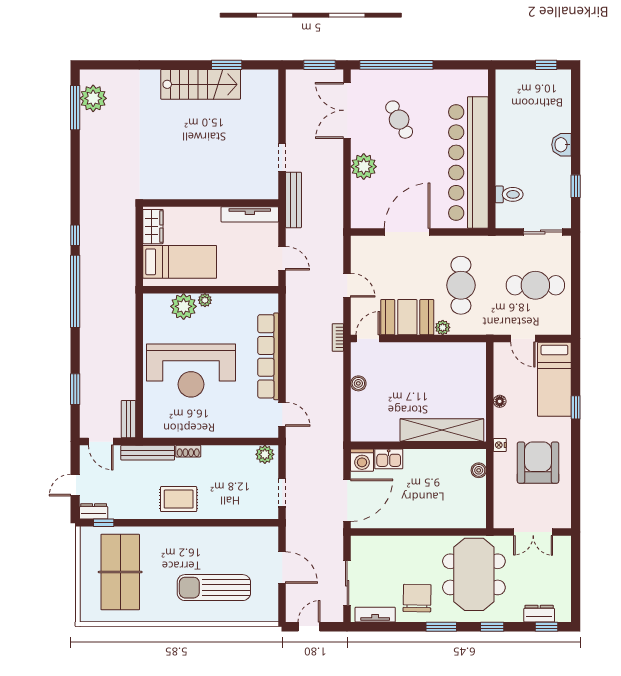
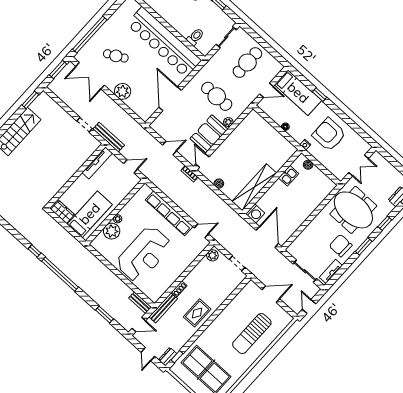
window: (227, 65) -> (30, 100), moved
shelving: (442, 430) -> (254, 187), moved
kitchen sink: (389, 459) -> (289, 176), moved

